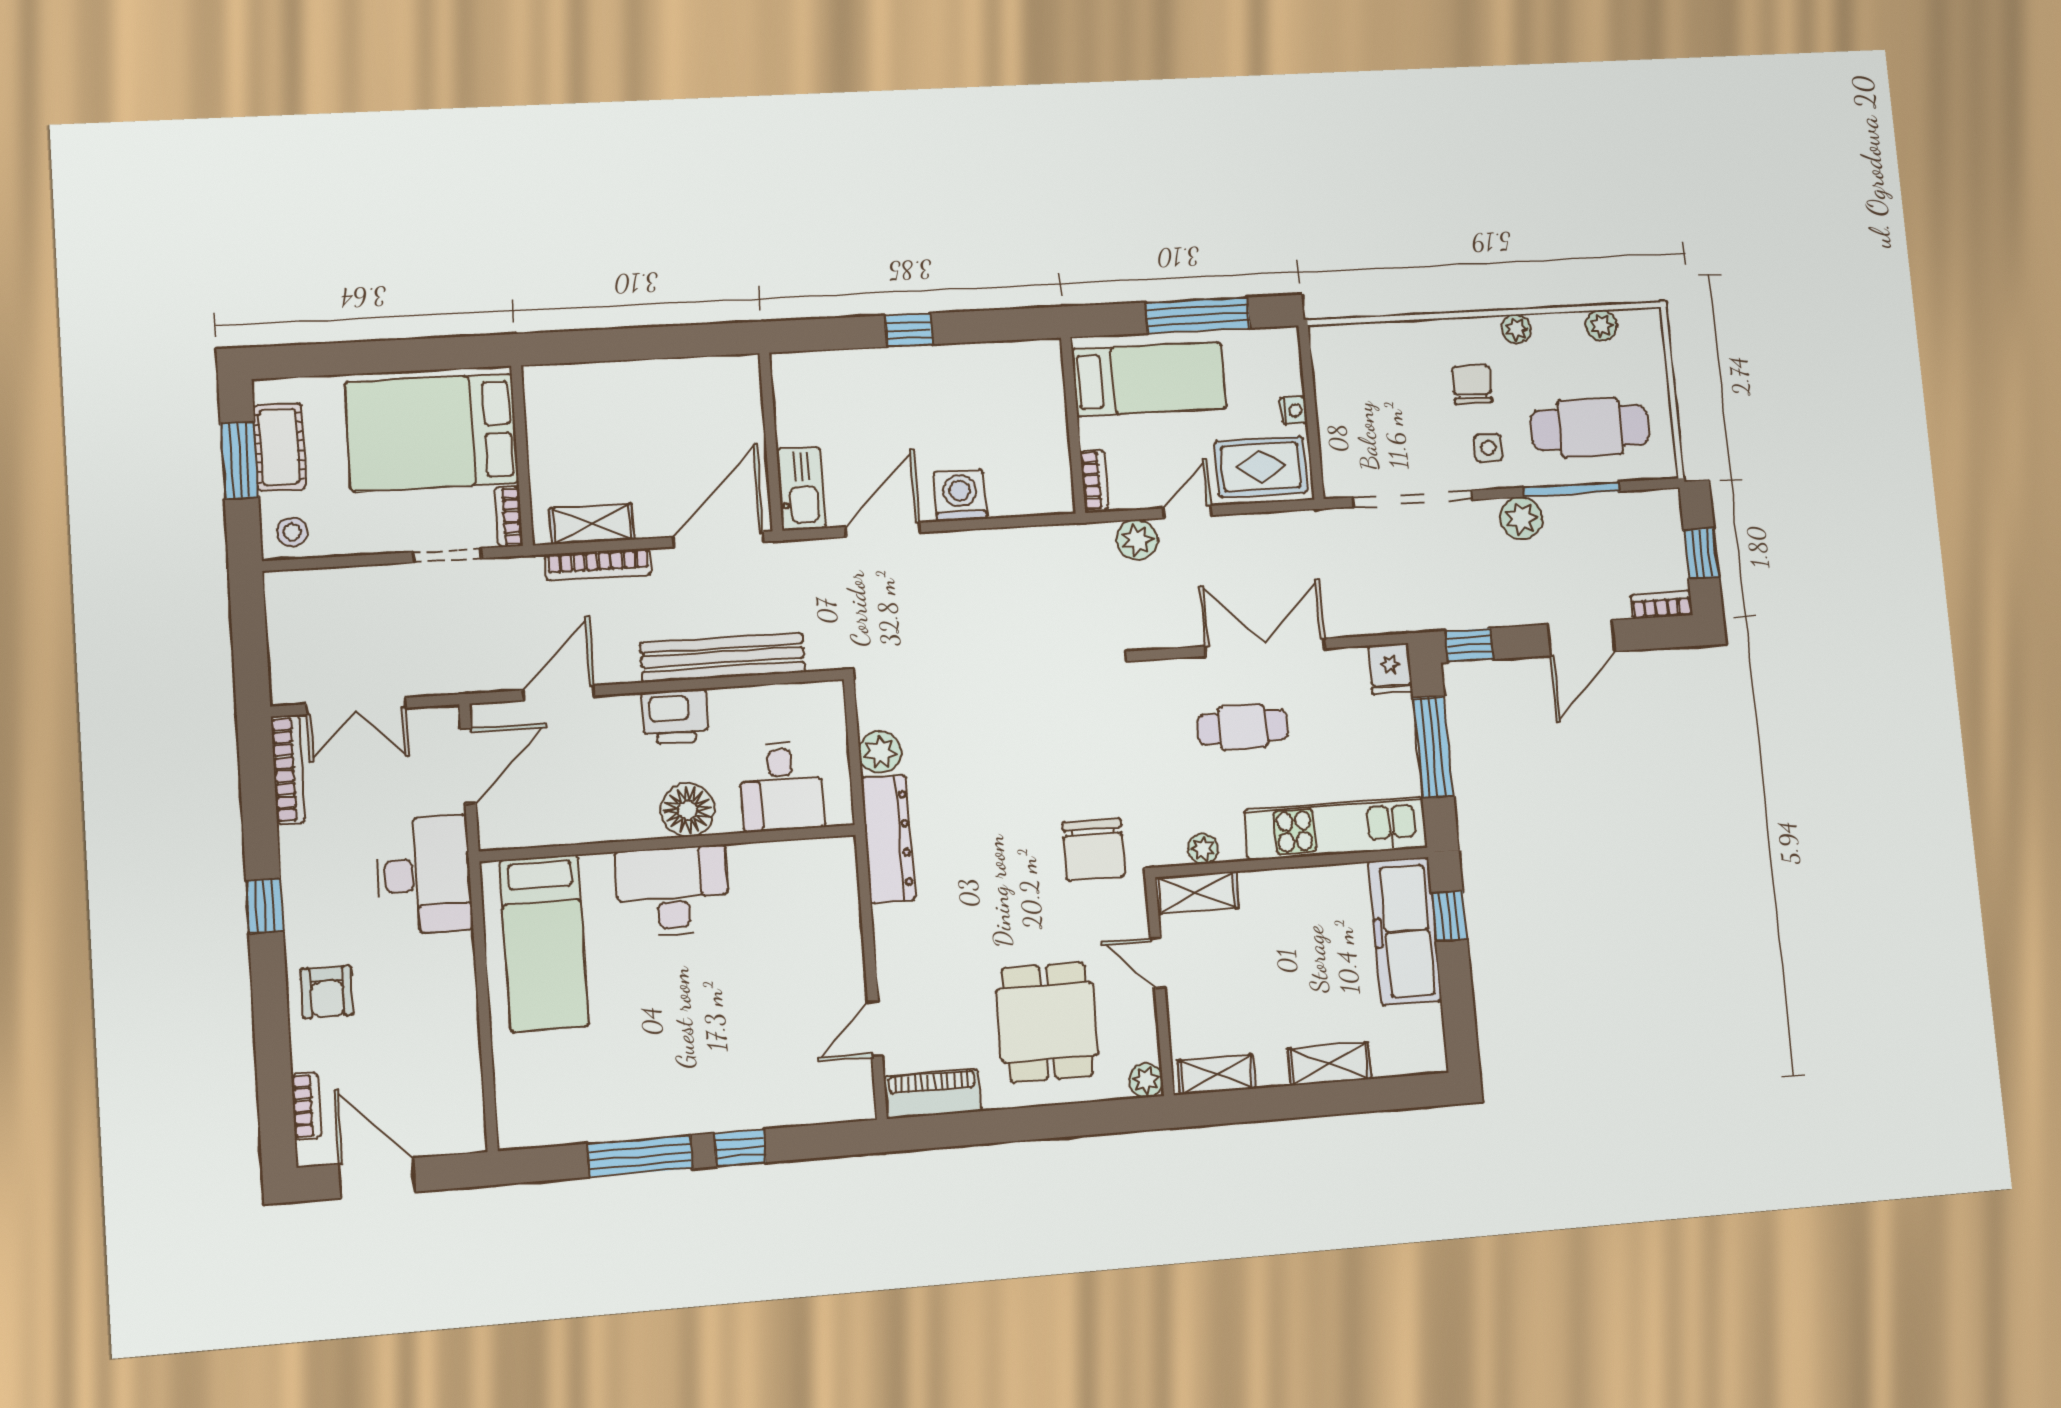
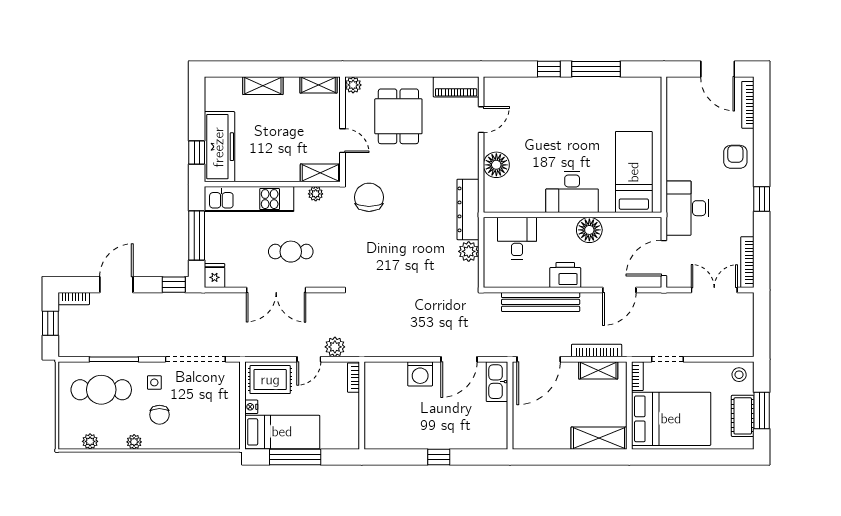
bed: (1149, 379) -> (282, 432), moved, turned 180
shelving: (581, 385) -> (599, 438), added
plant: (1521, 518) -> (141, 346), removed
floor lamp: (688, 810) -> (589, 230), moved
floor lamp: (836, 936) -> (496, 165), added
bookcase: (306, 1106) -> (748, 105), width x1.56

